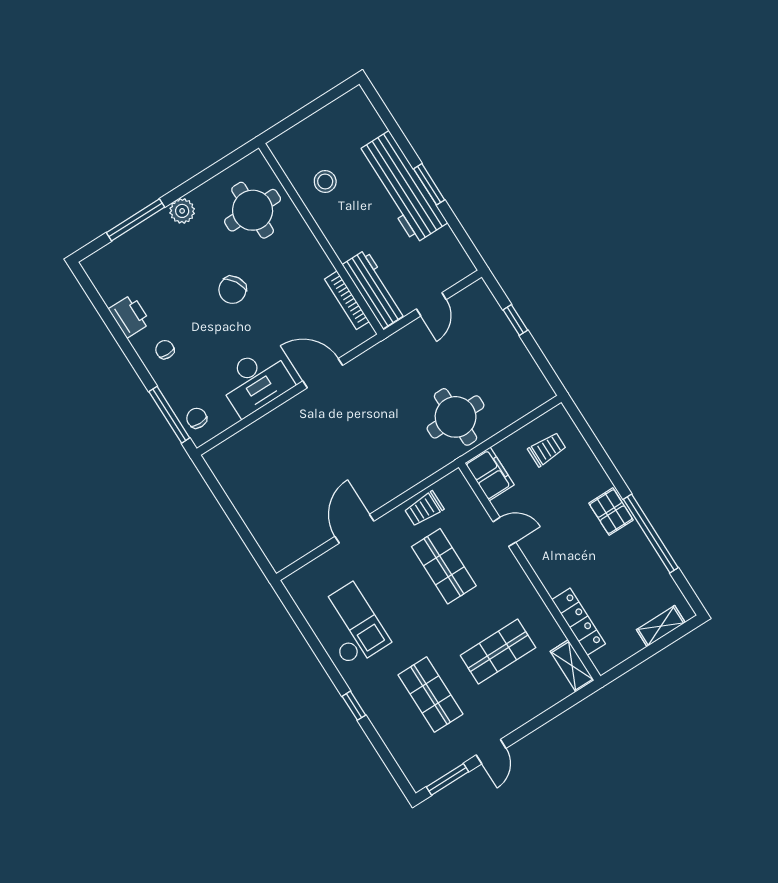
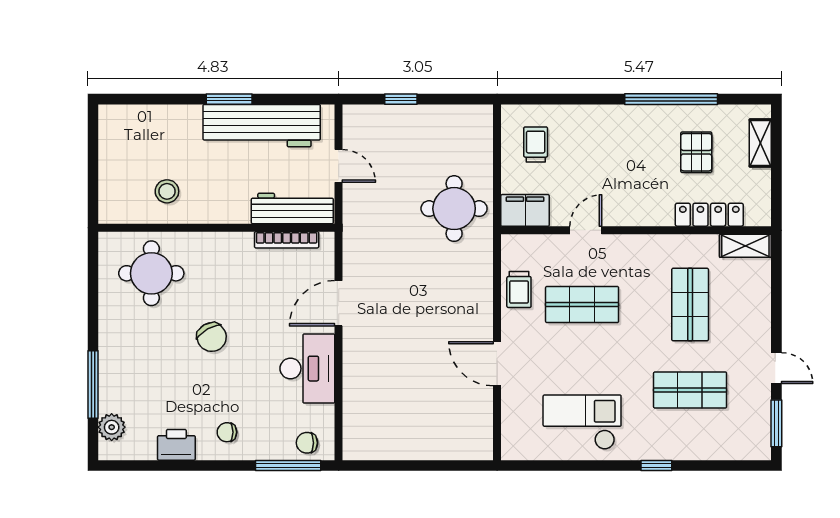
workbench: (402, 187) -> (262, 126), moved
plant: (182, 211) -> (112, 427), moved
pallet: (611, 512) -> (696, 152), moved, turned 90

